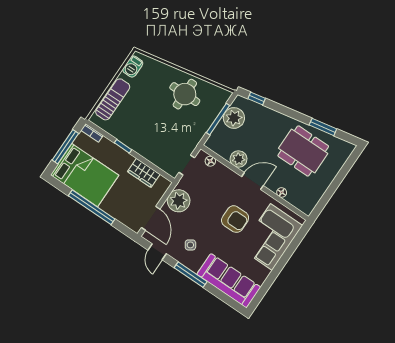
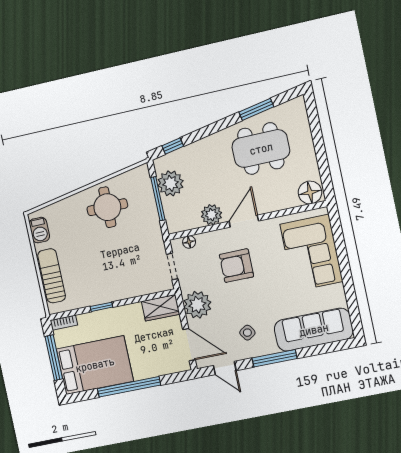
wardrobe: (144, 173) -> (160, 308), moved
floor lamp: (282, 192) -> (310, 193), moved, width x1.89, depth x1.89
armchair: (235, 219) -> (236, 266), moved, turned 180

